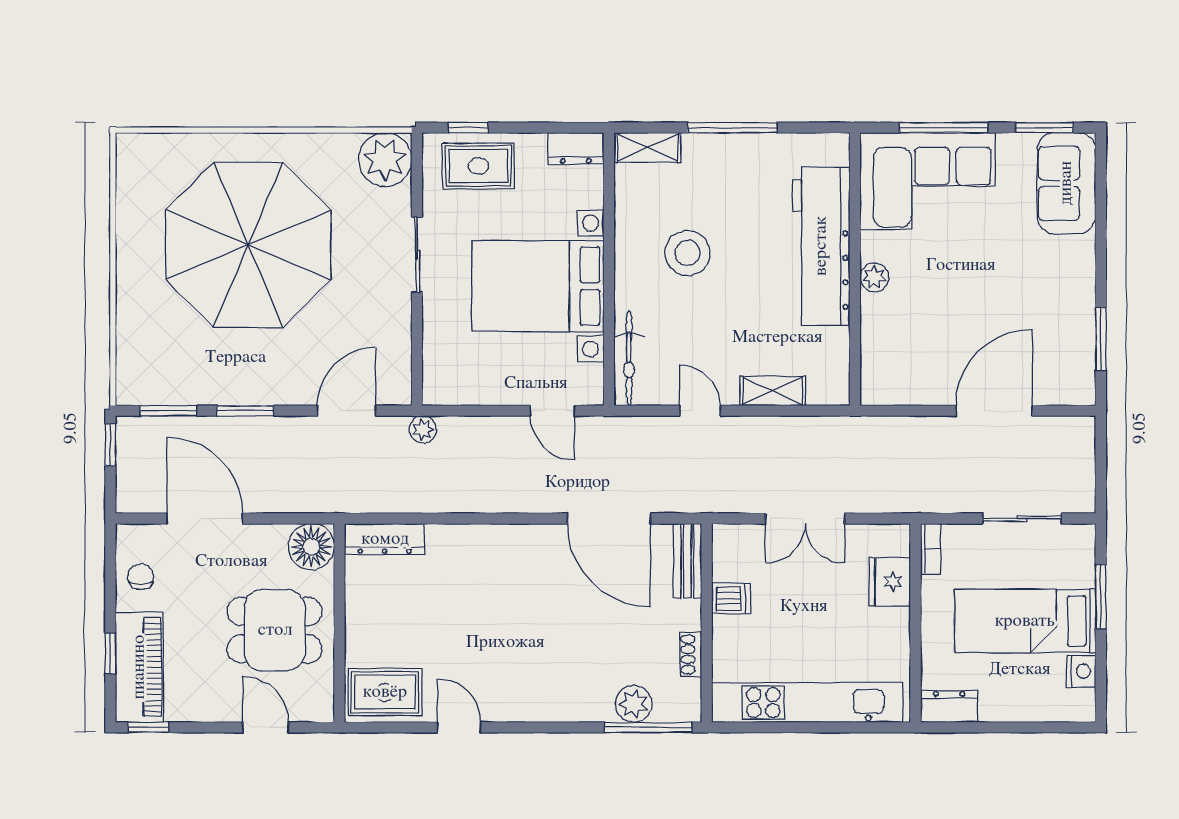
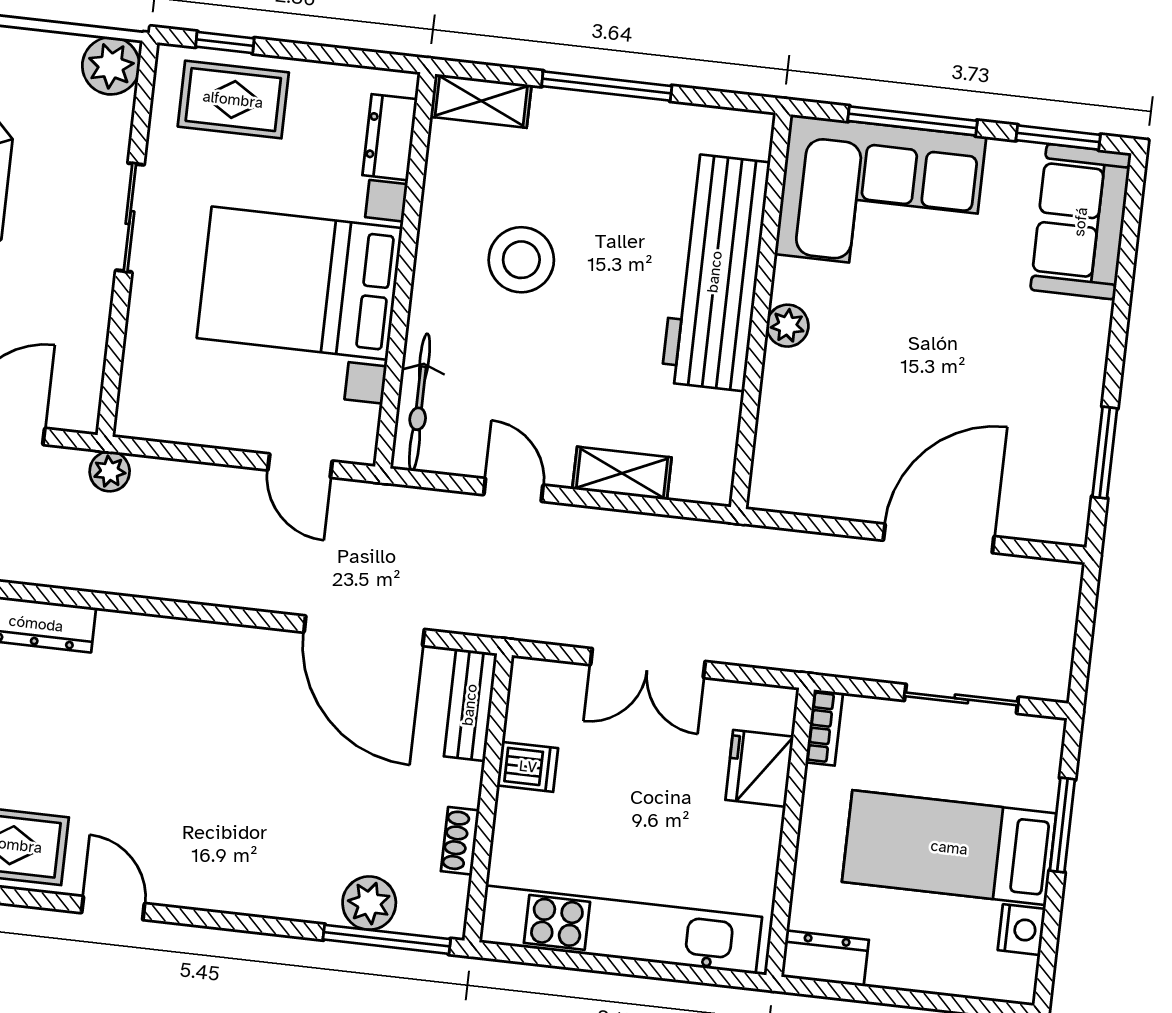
dresser: (576, 149) -> (390, 137), moved, turned 90
plant: (385, 160) -> (111, 66), width x0.73, depth x0.73

